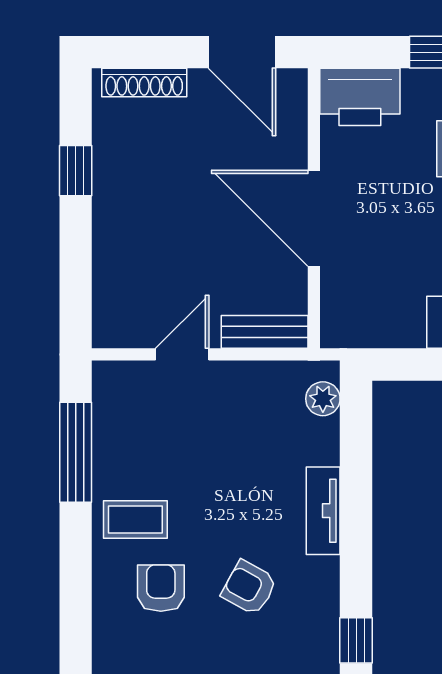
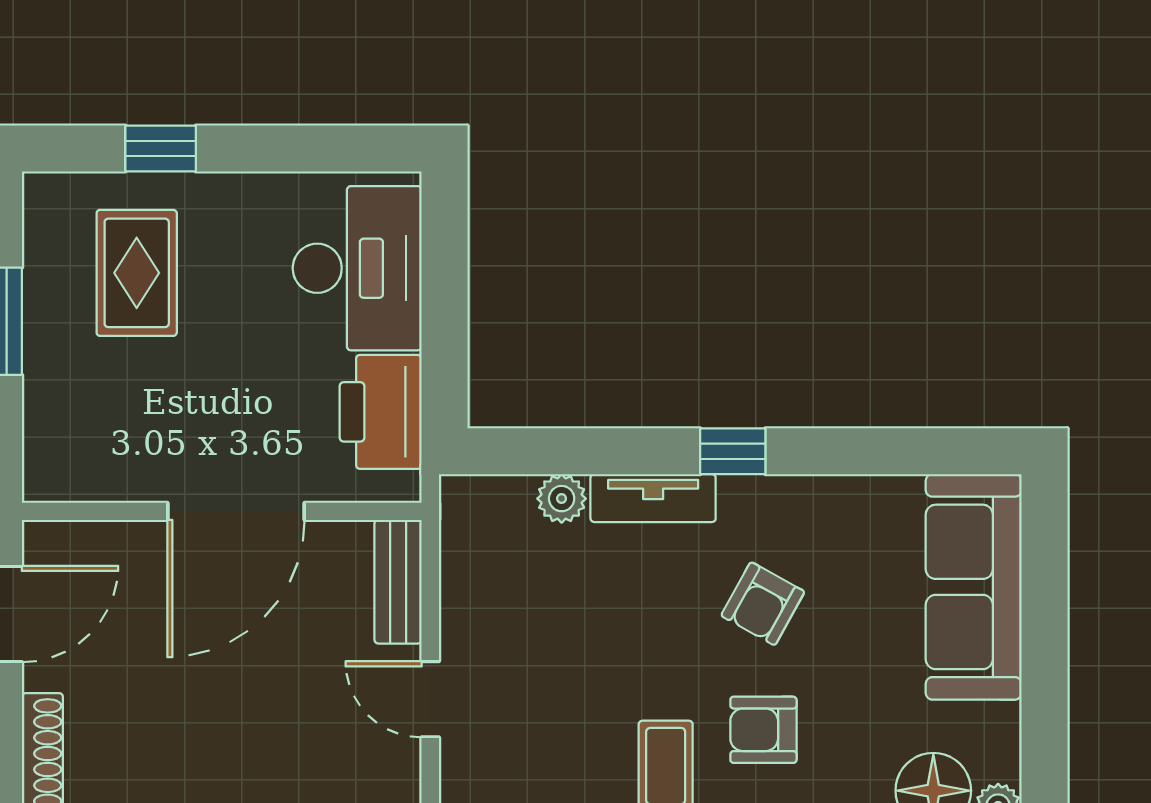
printer: (360, 97) -> (381, 412), moved, turned 180
plant: (323, 399) -> (562, 499), moved
window: (356, 640) -> (733, 451), moved

